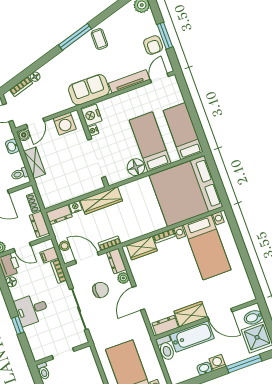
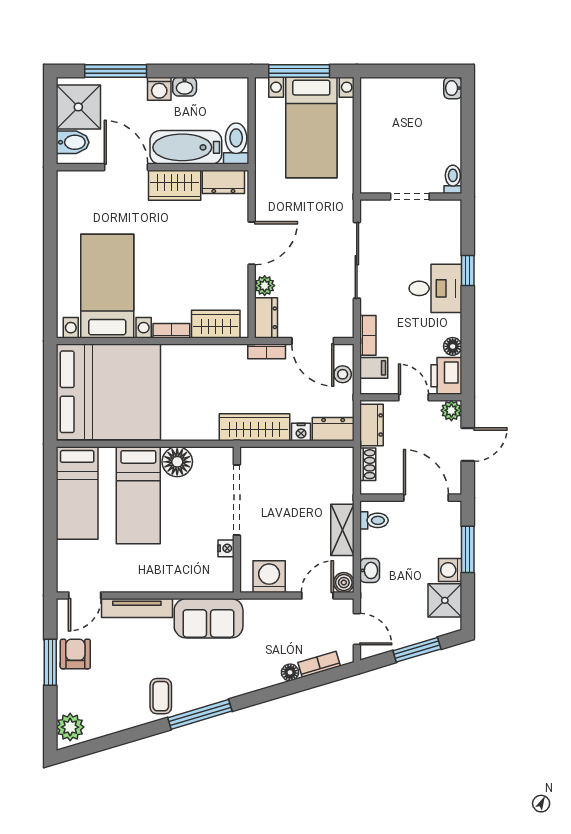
nightstand: (91, 115) -> (220, 575), removed
chair: (101, 290) -> (309, 279), removed

